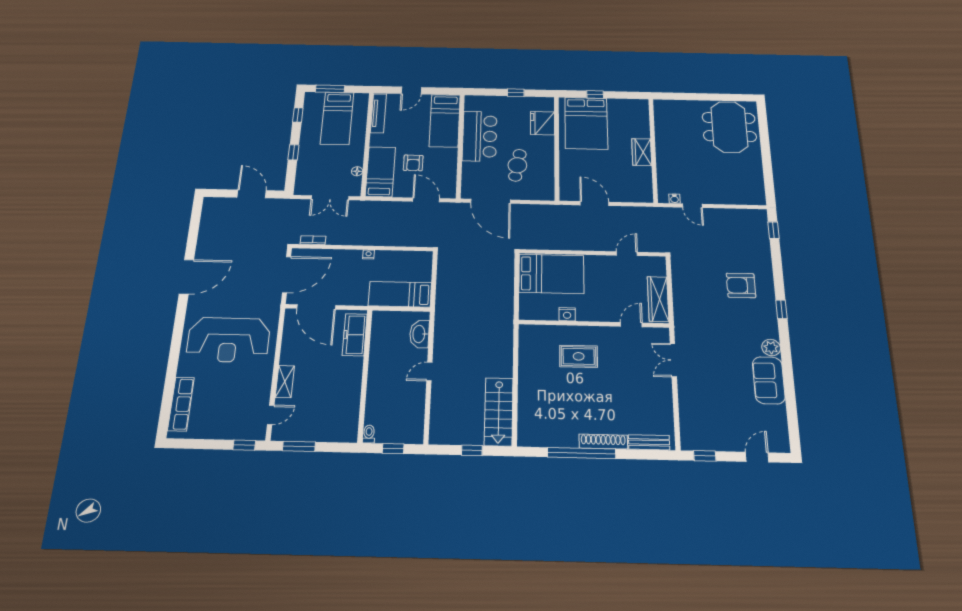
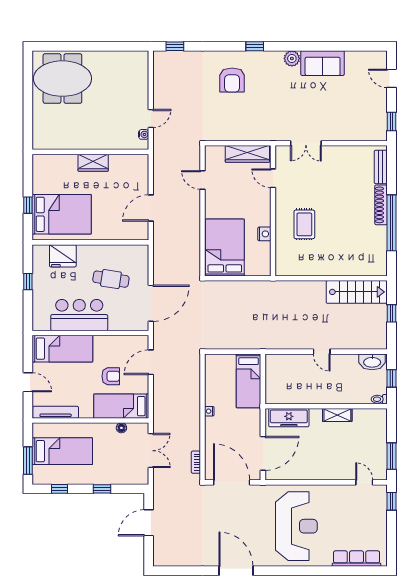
washbasin: (419, 334) -> (372, 362), moved
shelving: (285, 382) -> (337, 415), moved

